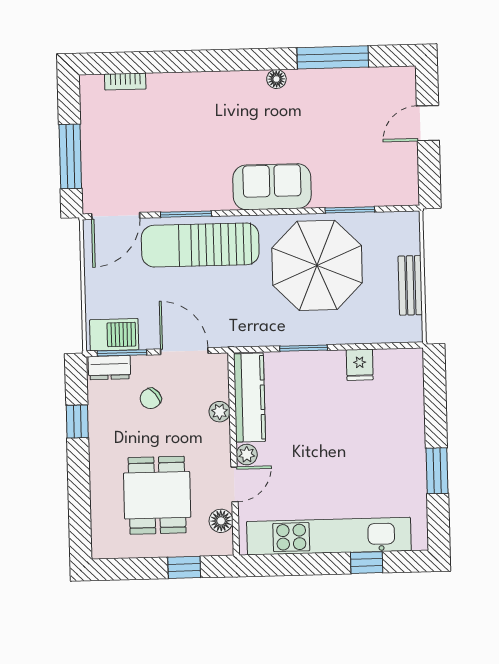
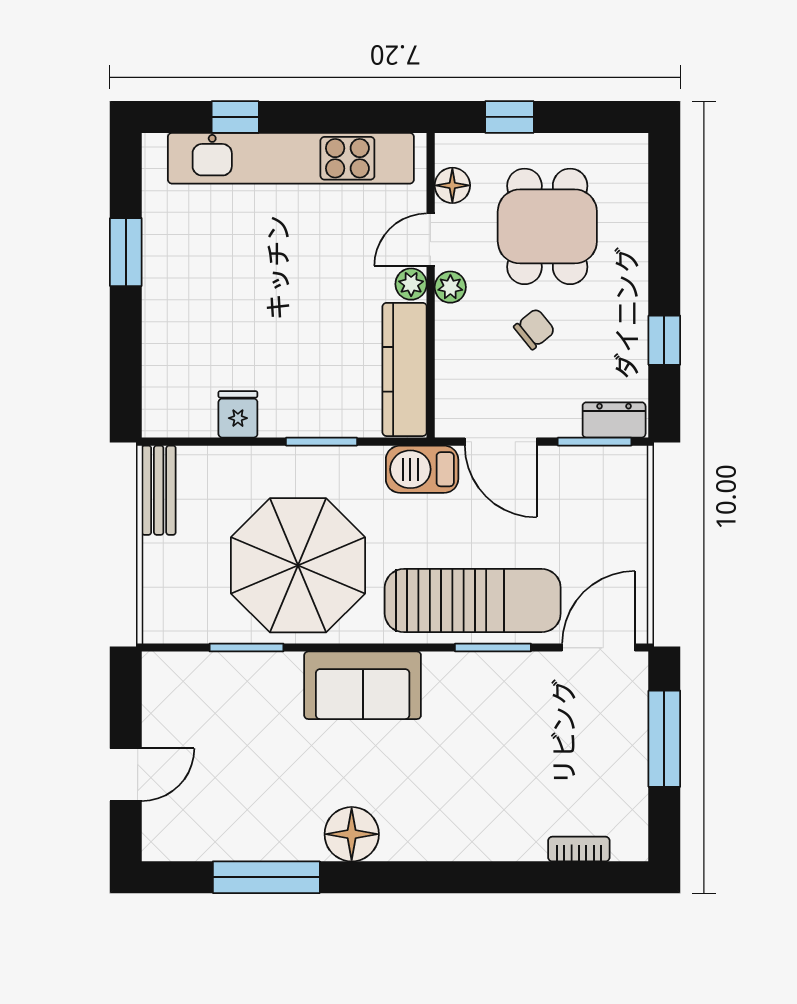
floor lamp: (276, 79) -> (352, 834), width x1.89, depth x1.89
bench: (410, 285) -> (159, 490), moved
barbecue: (114, 335) -> (422, 469), moved
chair: (151, 398) -> (534, 329), moved
plant: (219, 412) -> (450, 287), moved

